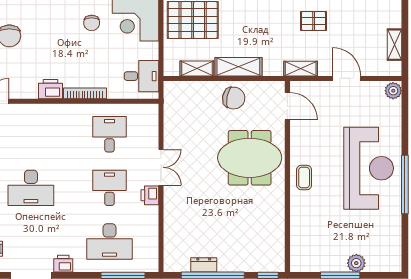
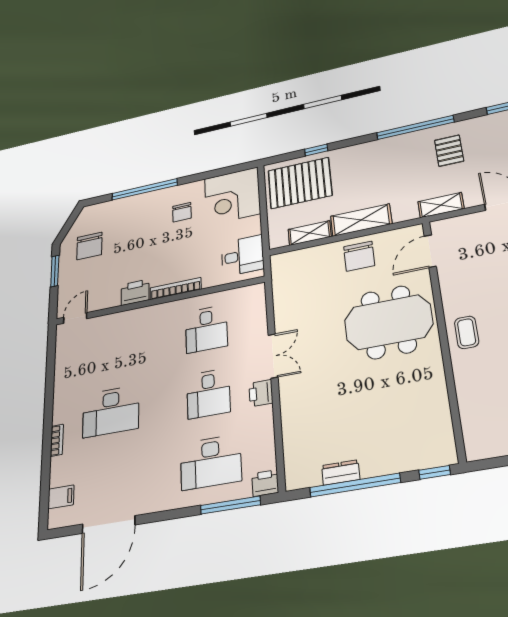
pallet: (314, 21) -> (449, 151), turned 90
chair: (234, 98) -> (359, 256), turned 79
door: (287, 106) -> (430, 251), swing flipped
desk: (109, 134) -> (206, 329), turned 180
desk: (109, 188) -> (208, 393), turned 180
printer: (63, 264) -> (265, 483), moved

